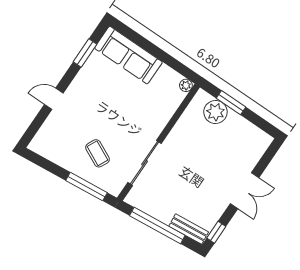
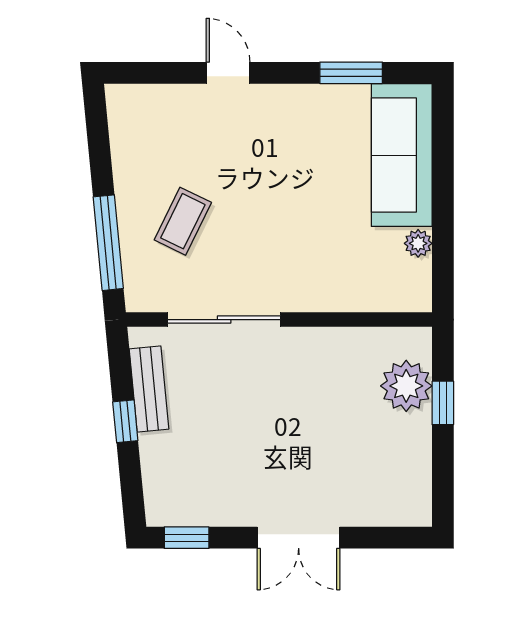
plant: (186, 85) -> (418, 243), moved
window: (231, 103) -> (443, 403), width x0.67
window: (157, 226) -> (125, 421), width x0.32
bench: (189, 229) -> (149, 389), moved

